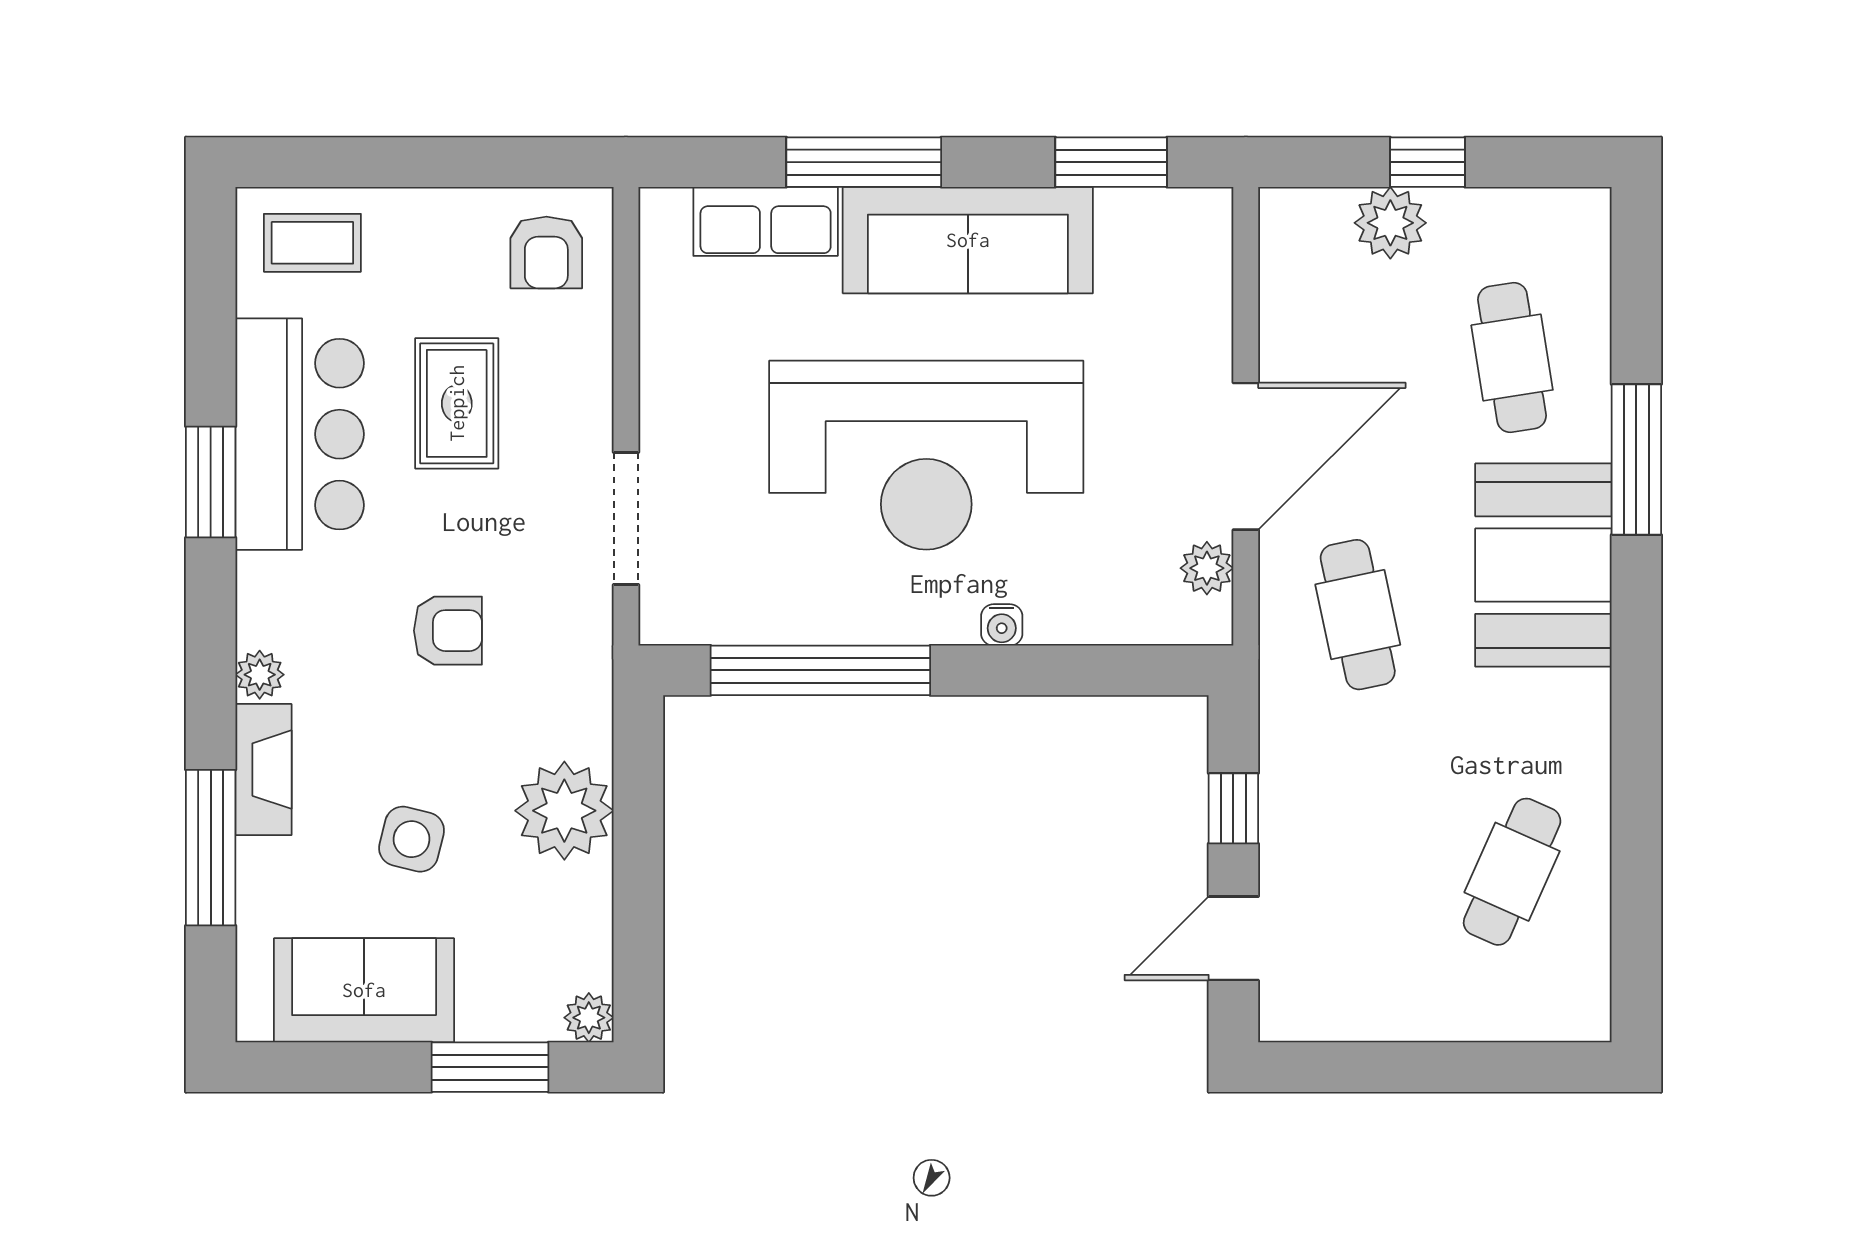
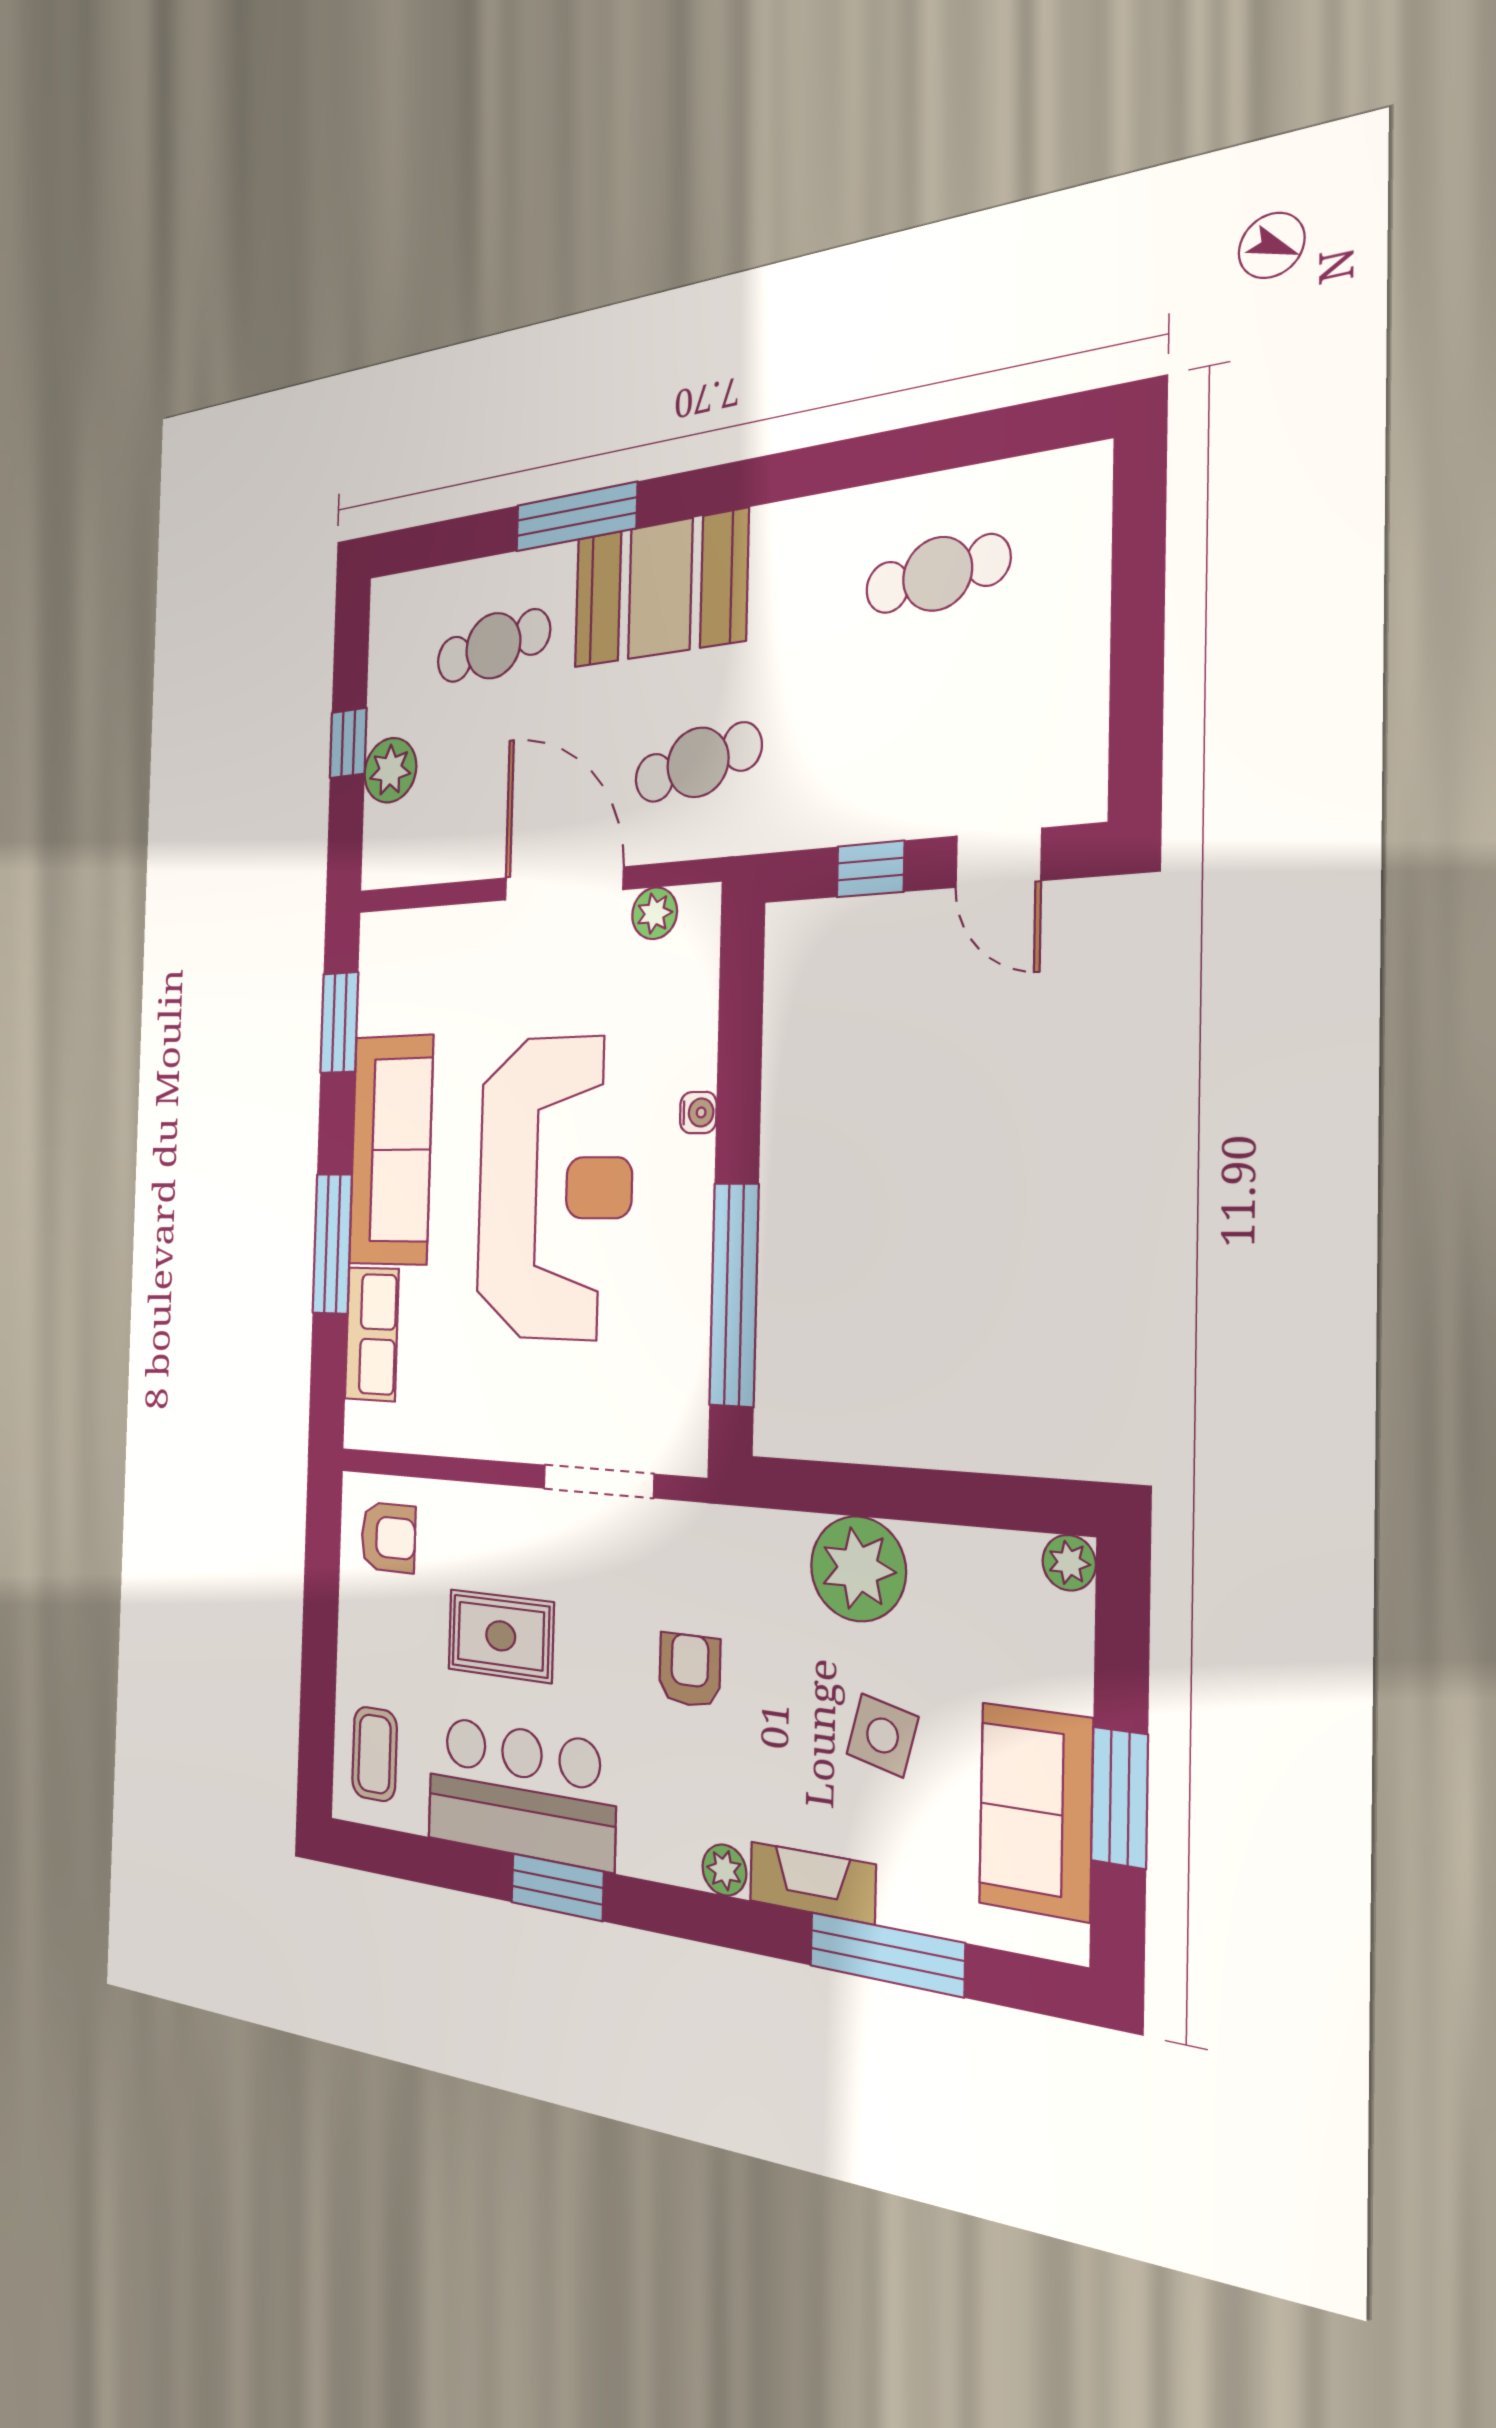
cafe table: (1512, 872) -> (937, 574), turned -30
window: (490, 1067) -> (1120, 1798), moved

